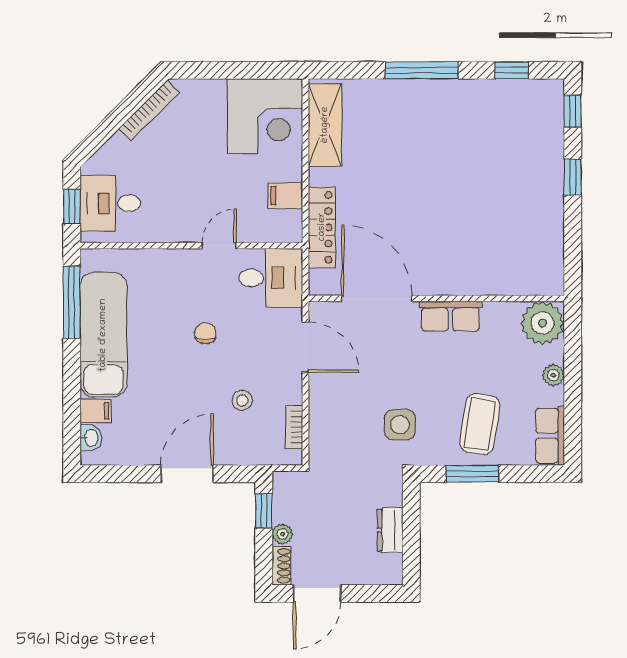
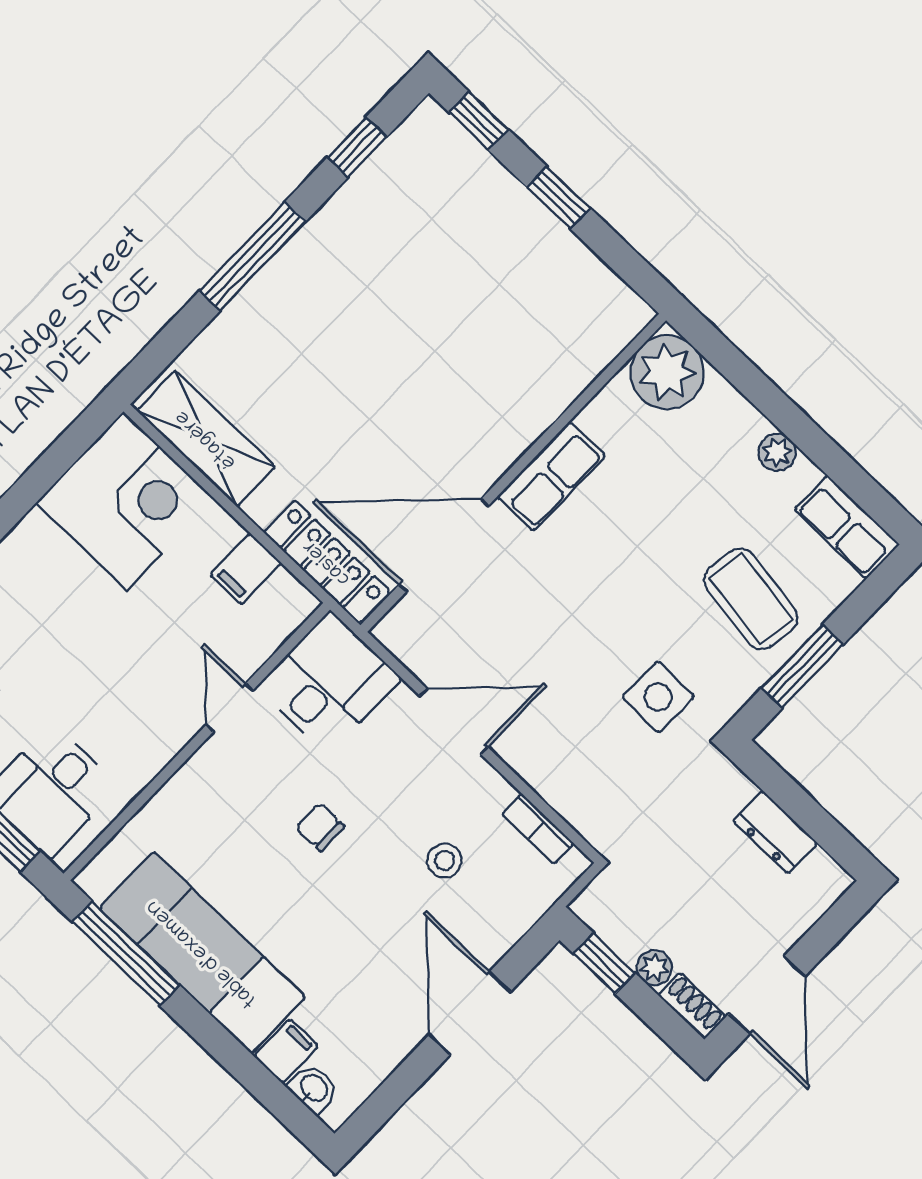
door: (377, 298) -> (444, 545), moved
wall: (436, 298) -> (513, 473), moved
row of seats: (450, 316) -> (551, 476), moved
plant: (543, 323) -> (667, 372), moved

